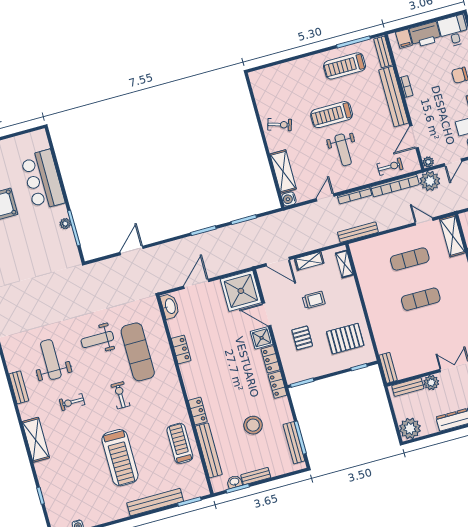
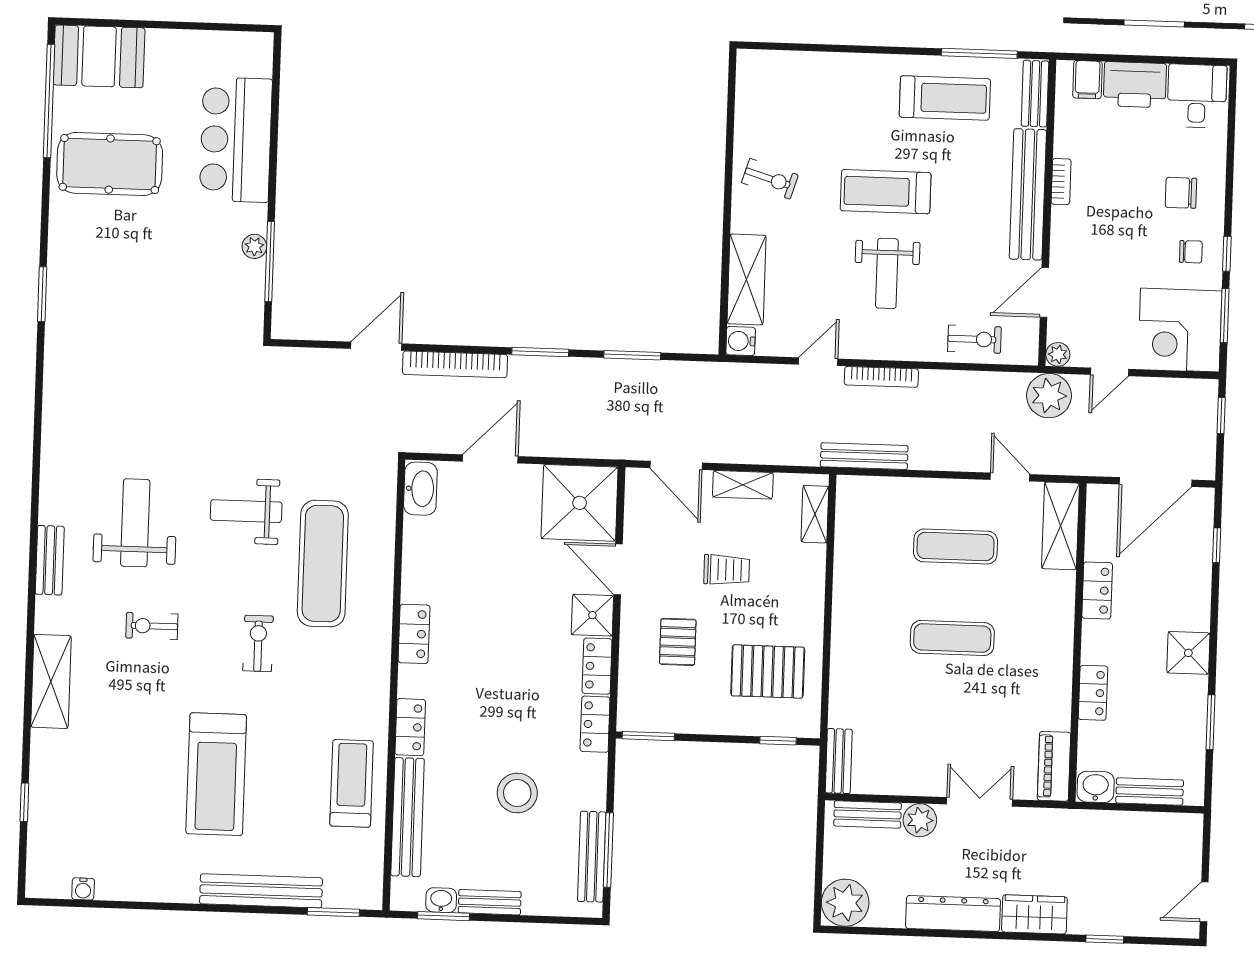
treadmill: (345, 66) -> (945, 98), turned 180
bookcase: (395, 186) -> (455, 364), moved
locker: (181, 350) -> (414, 634), moved

